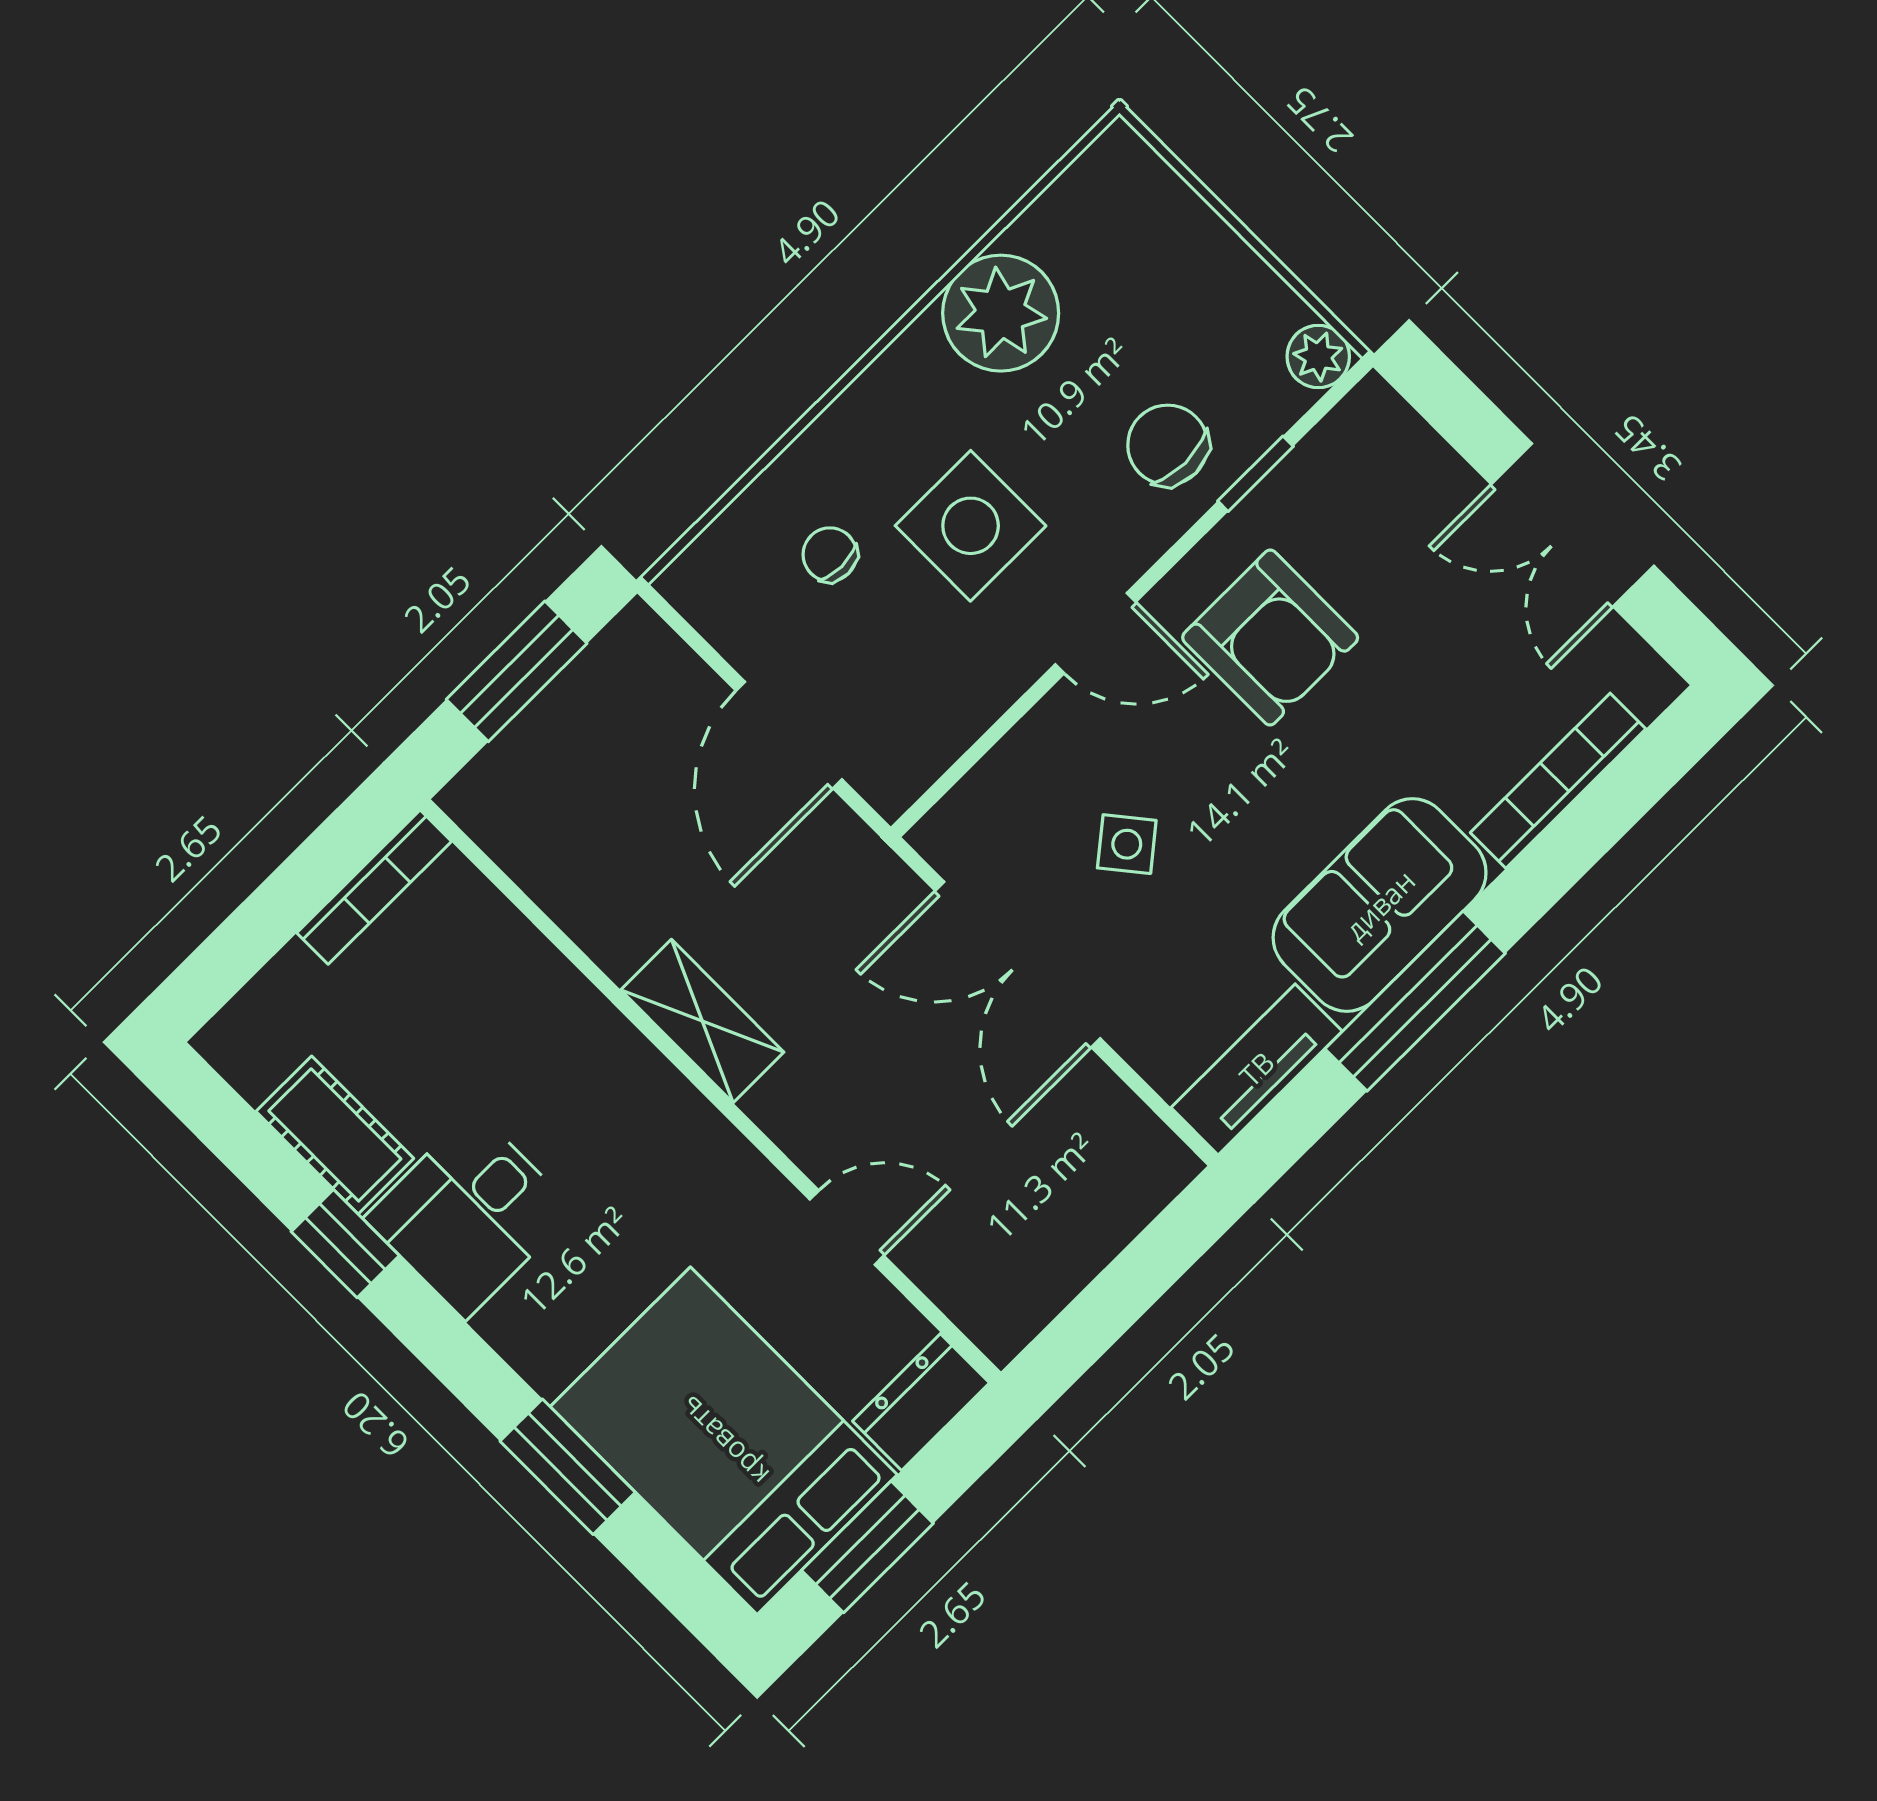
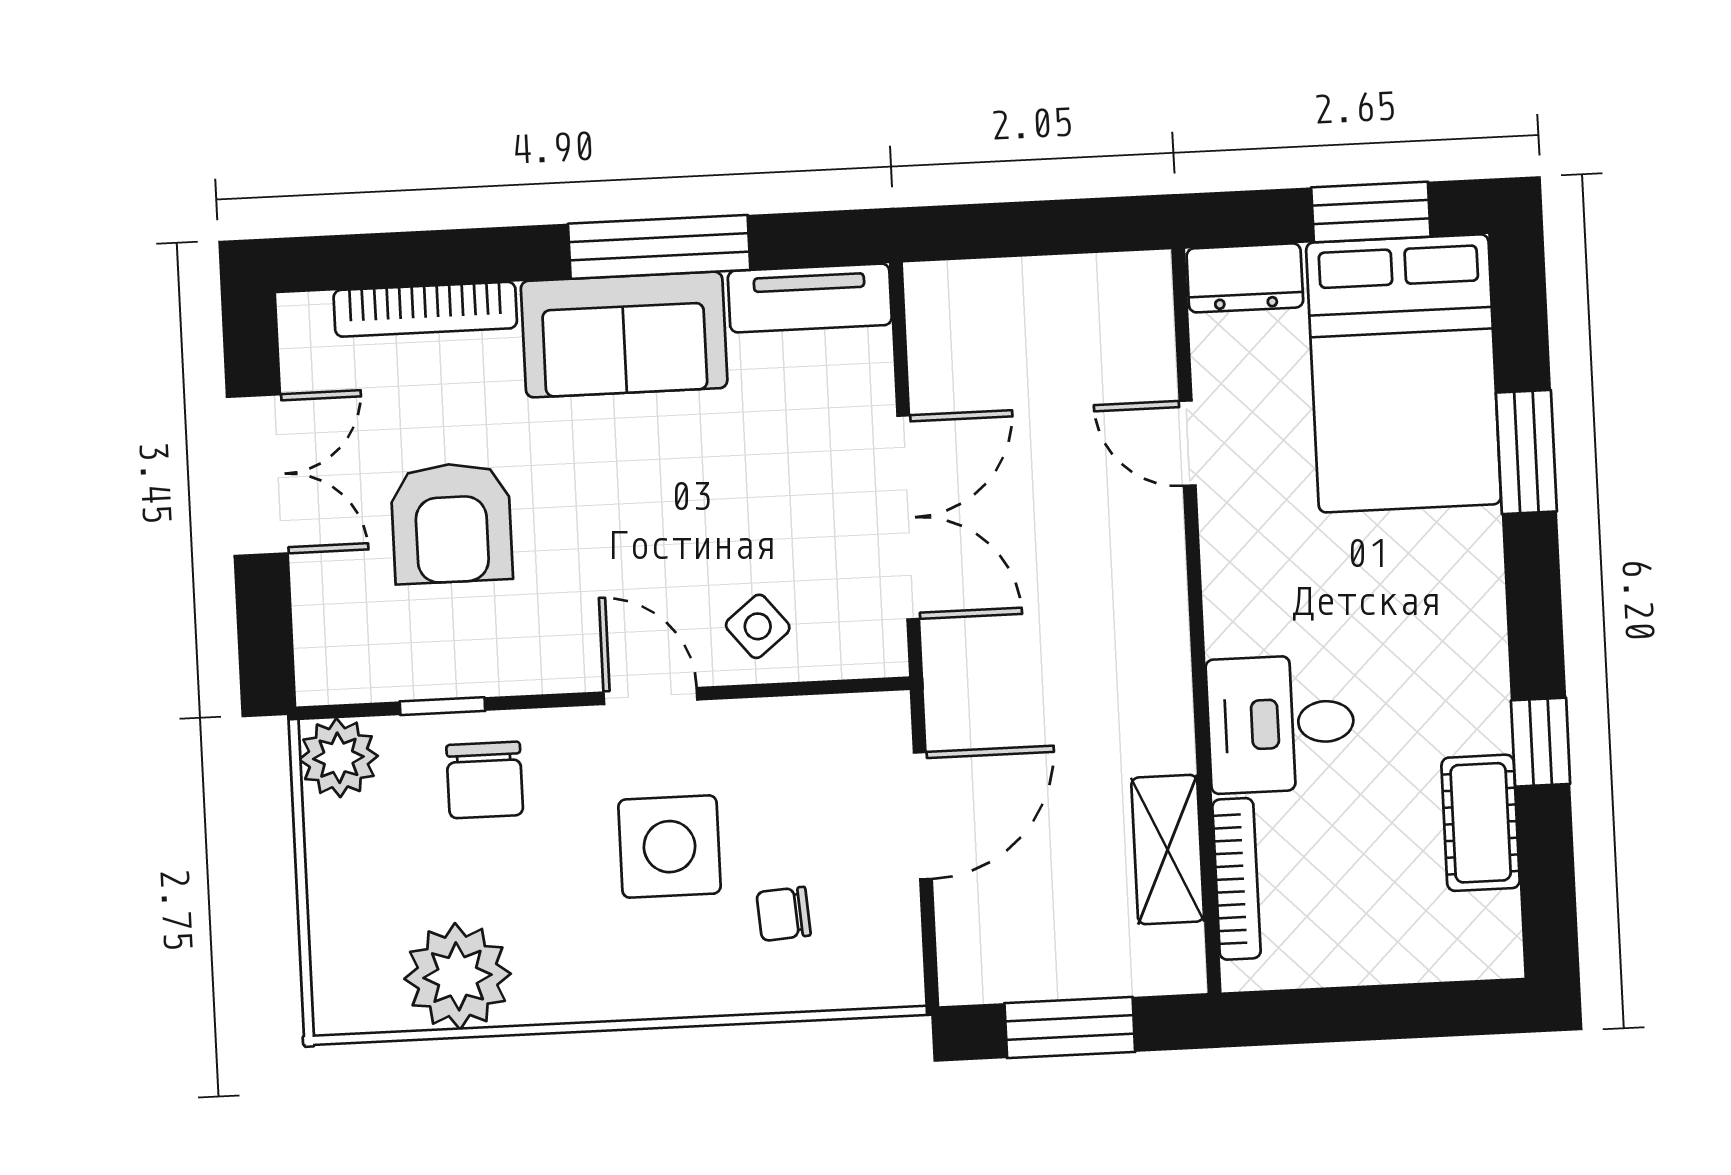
plant: (1001, 313) -> (458, 976), moved
plant: (1318, 357) -> (338, 758), width x1.38, depth x1.38
chair: (830, 555) -> (783, 914), turned 86
armchair: (1270, 638) -> (451, 523), moved, turned 180
side table: (1127, 844) -> (758, 626), moved
bookcase: (374, 887) -> (1236, 879), moved, turned 90
shelving: (702, 1021) -> (1168, 850), moved
desk: (469, 1214) -> (1281, 724), moved, turned 180

